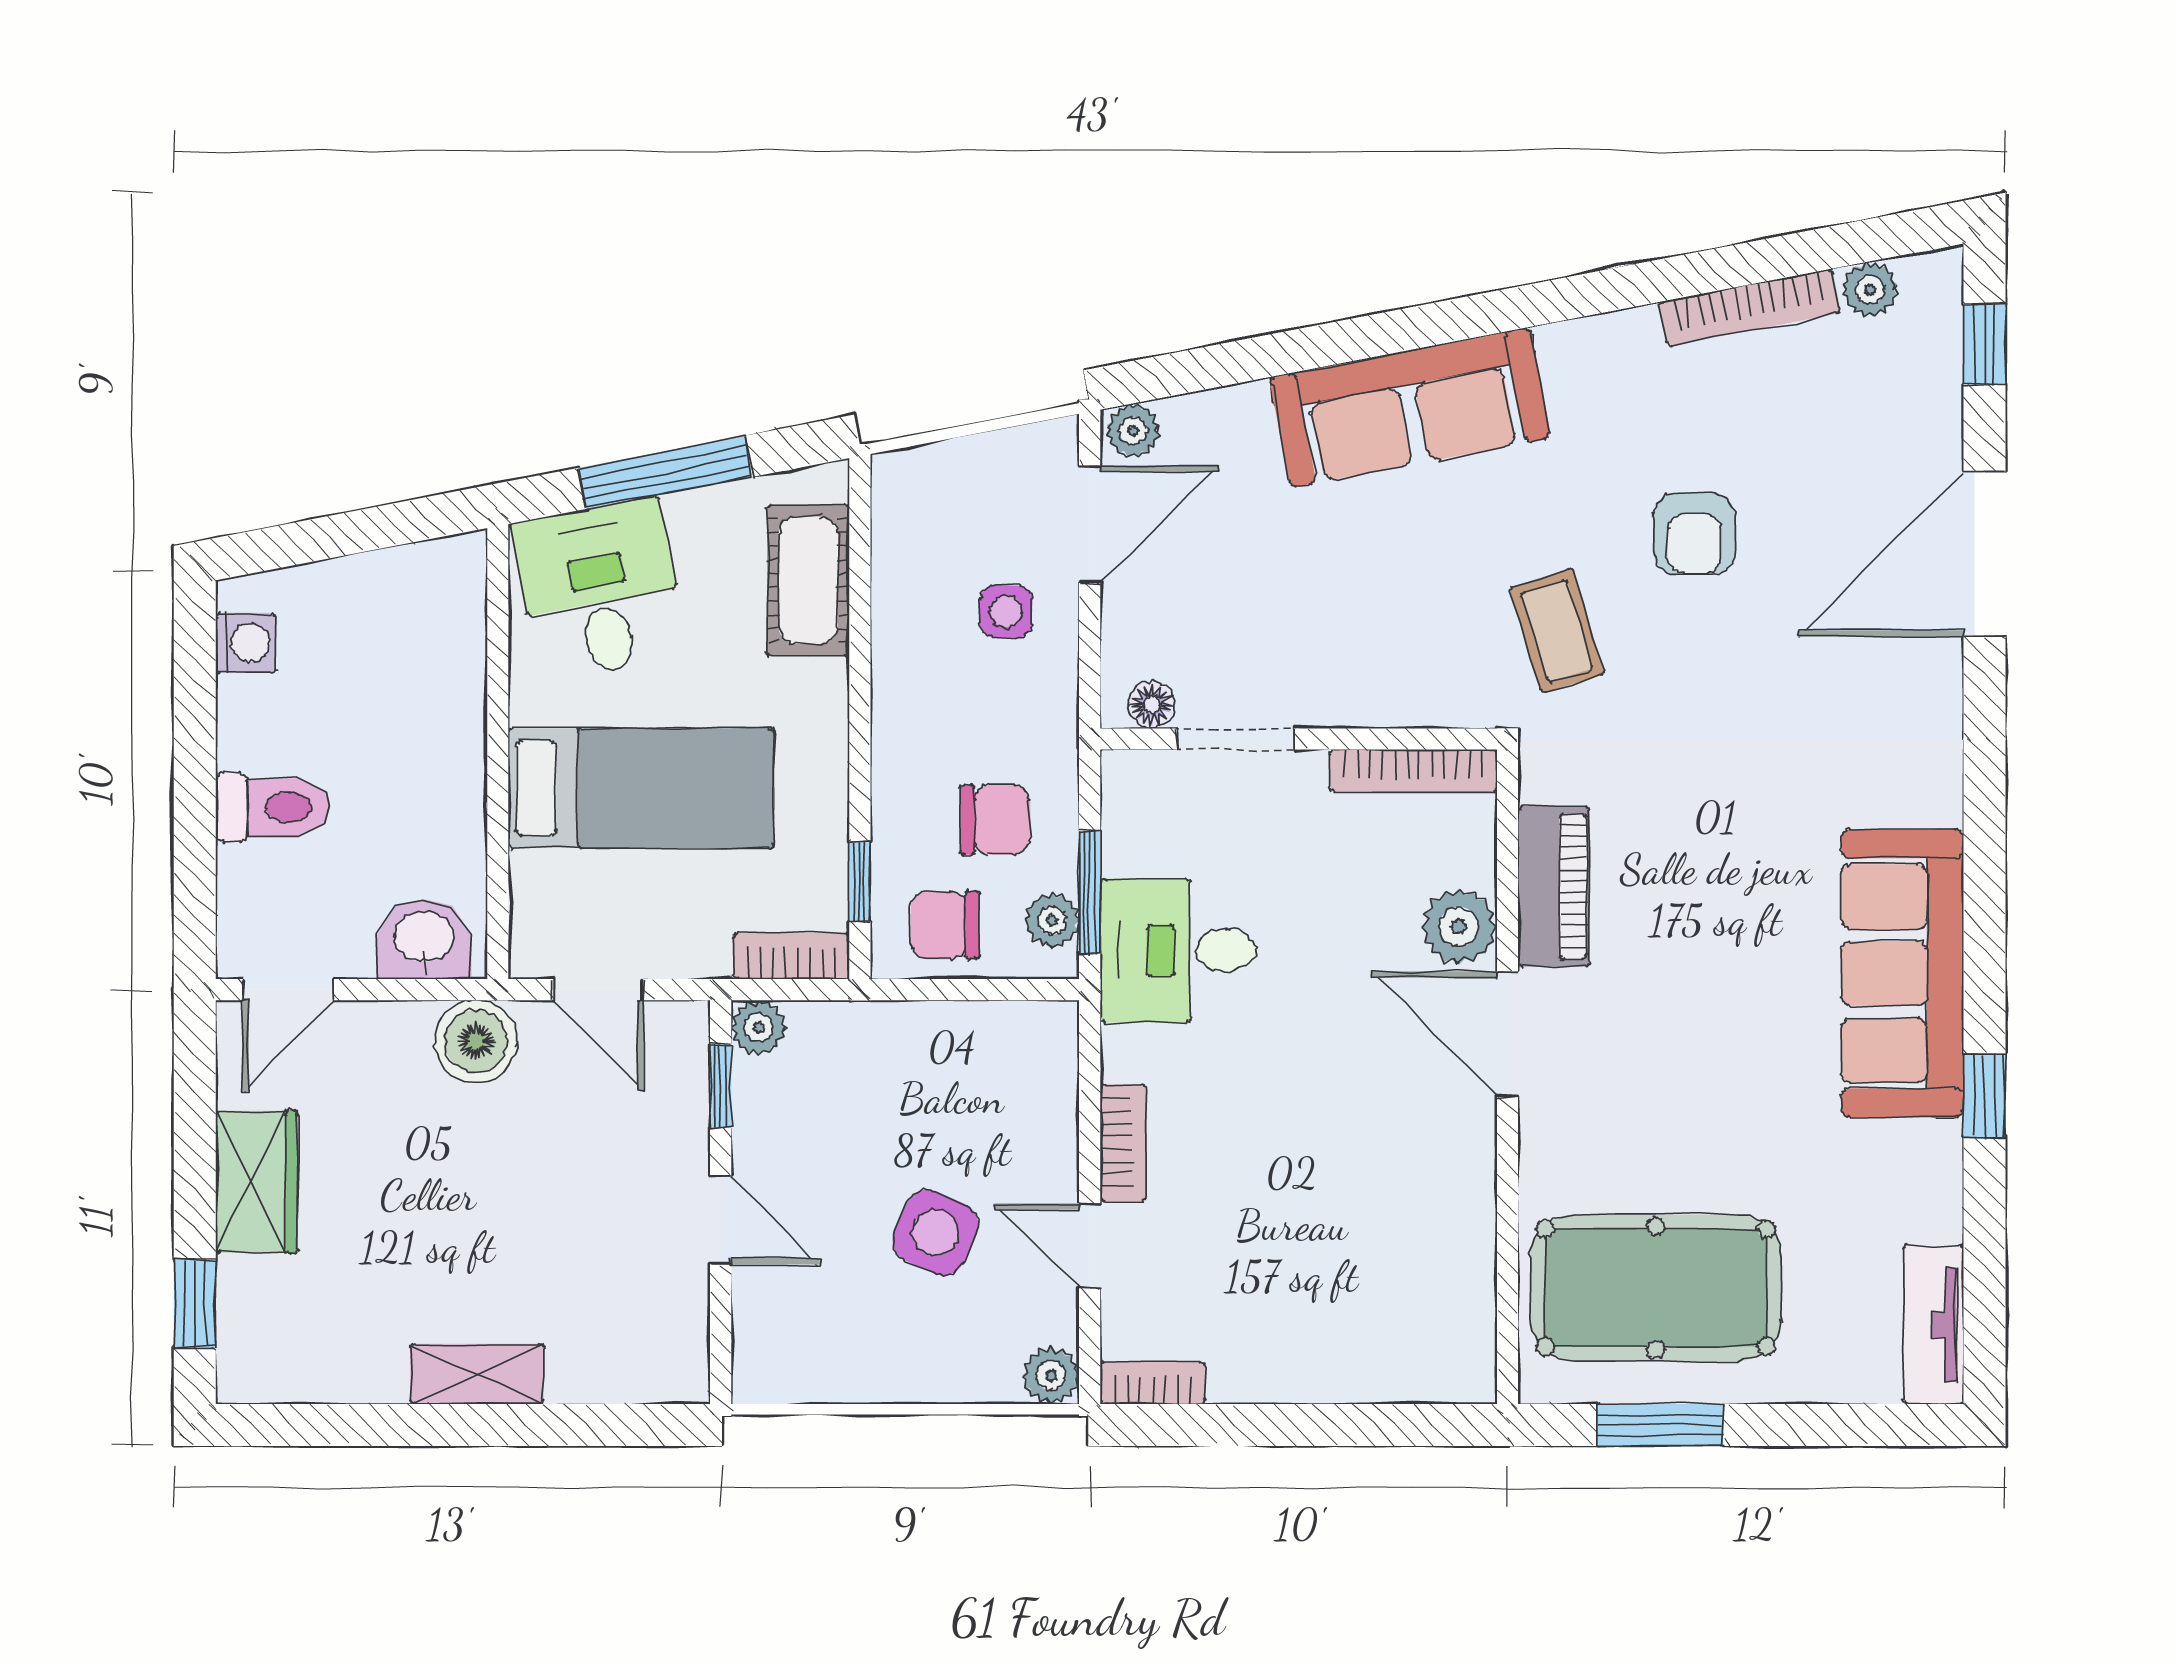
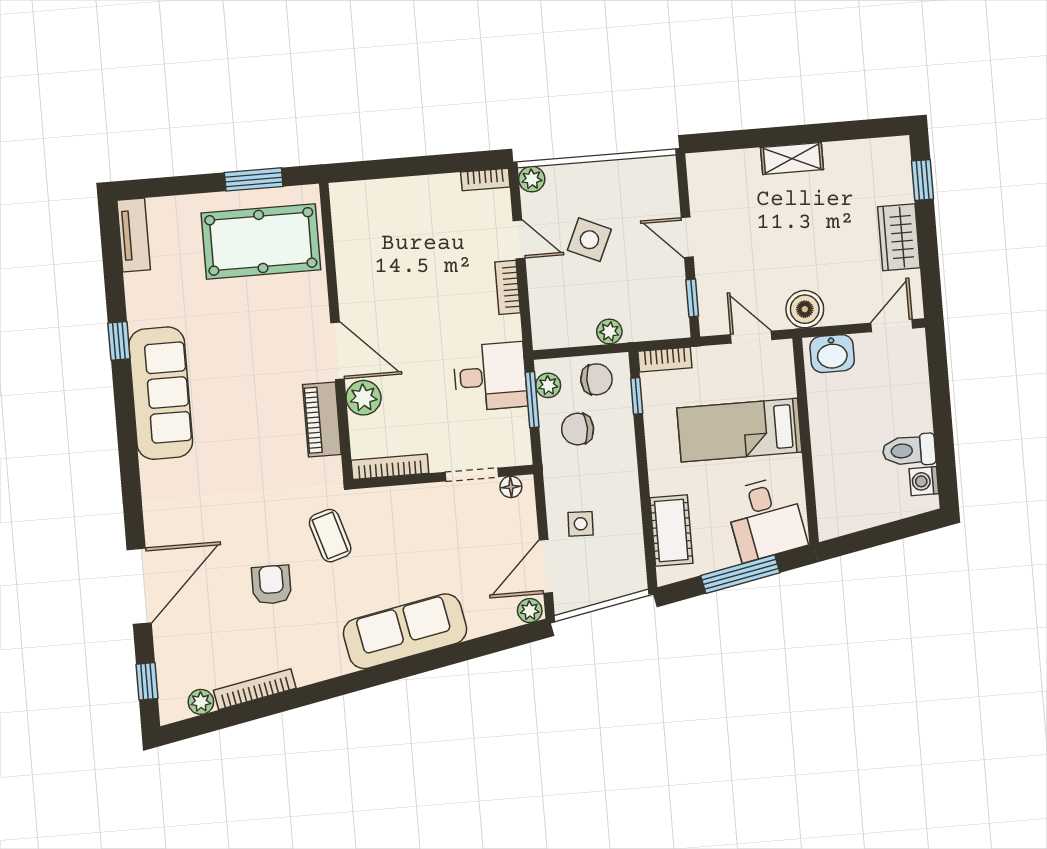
toilet: (273, 807) -> (909, 450), moved
plant: (758, 1028) -> (609, 332), moved

